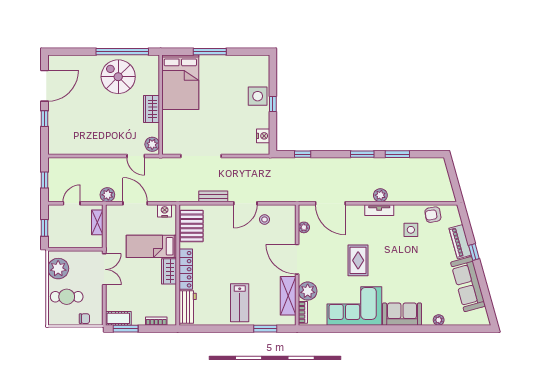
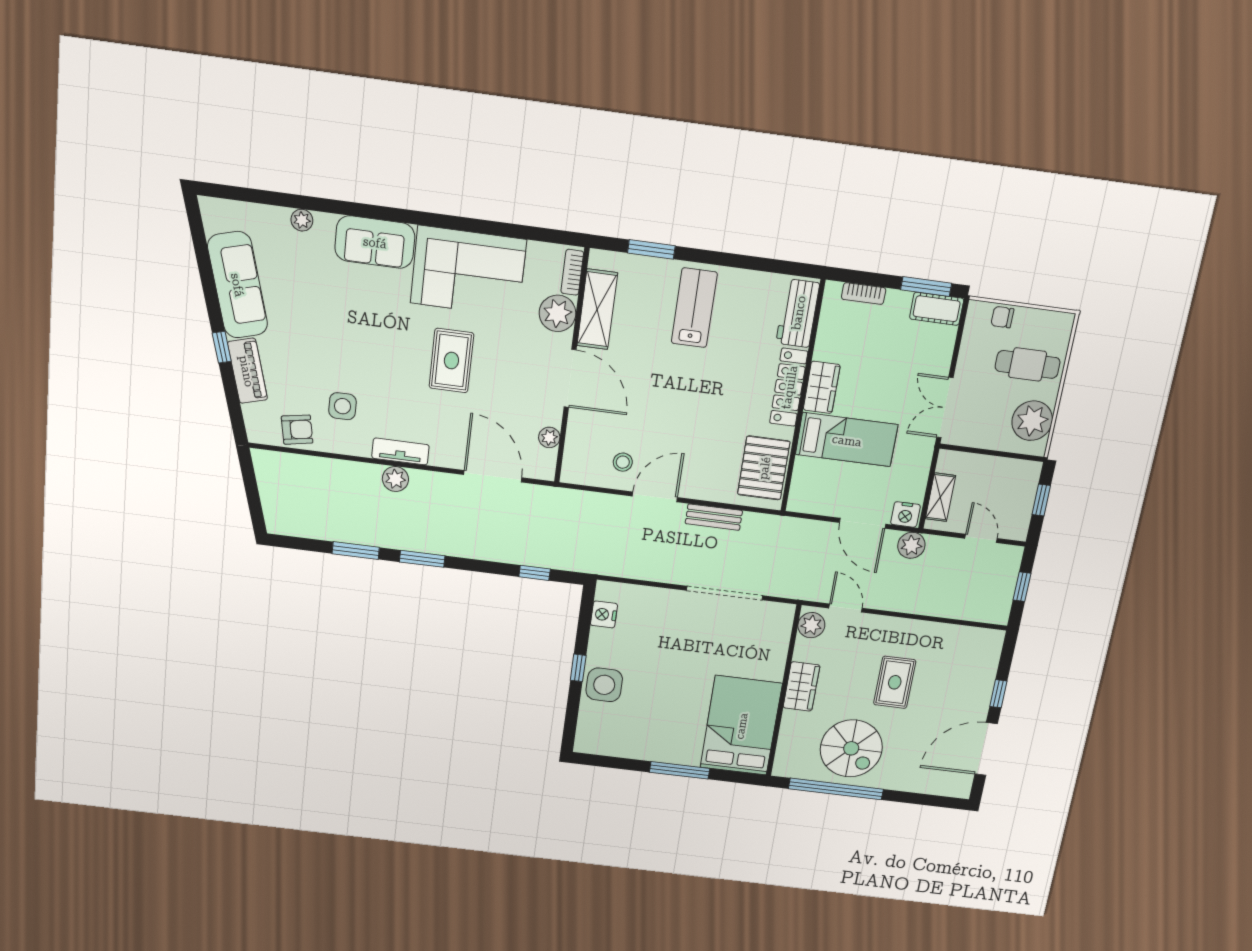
rug: (102, 118) -> (895, 682), added
door: (72, 203) -> (981, 538), swing flipped
nightstand: (165, 211) -> (905, 514), moved

